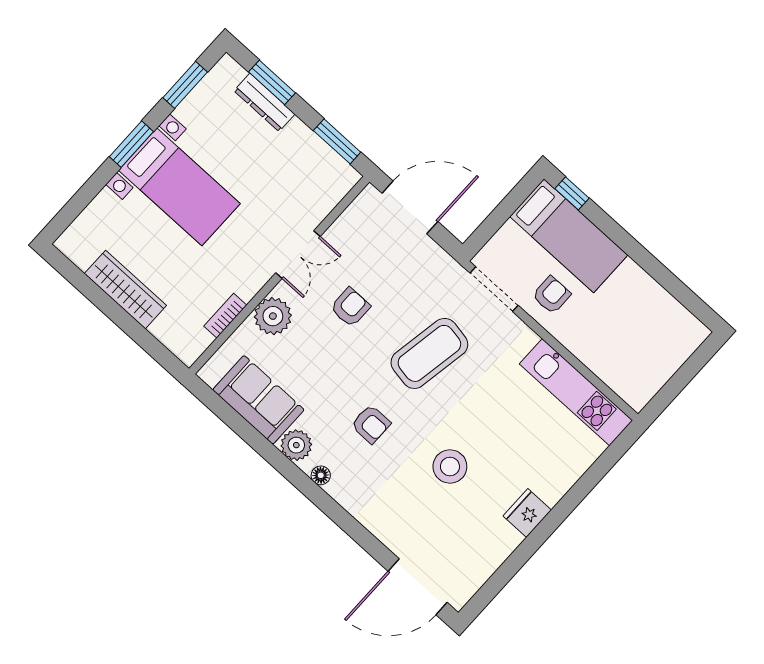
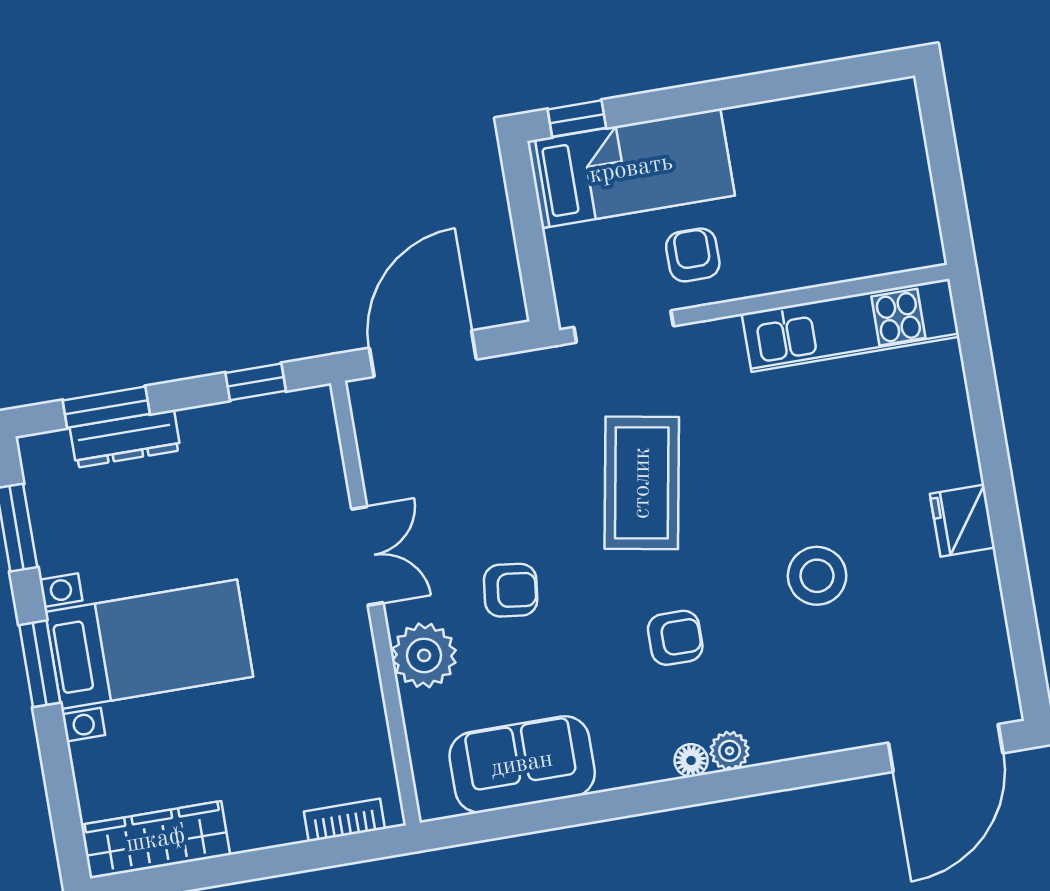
window: (337, 141) -> (256, 382), width x0.67
wardrobe: (125, 290) -> (156, 840), moved
armchair: (350, 307) -> (511, 590), moved, turned 97
bookcase: (225, 316) -> (344, 820), moved, turned 90
plant: (296, 445) -> (730, 751), moved, width x0.73, depth x0.73

